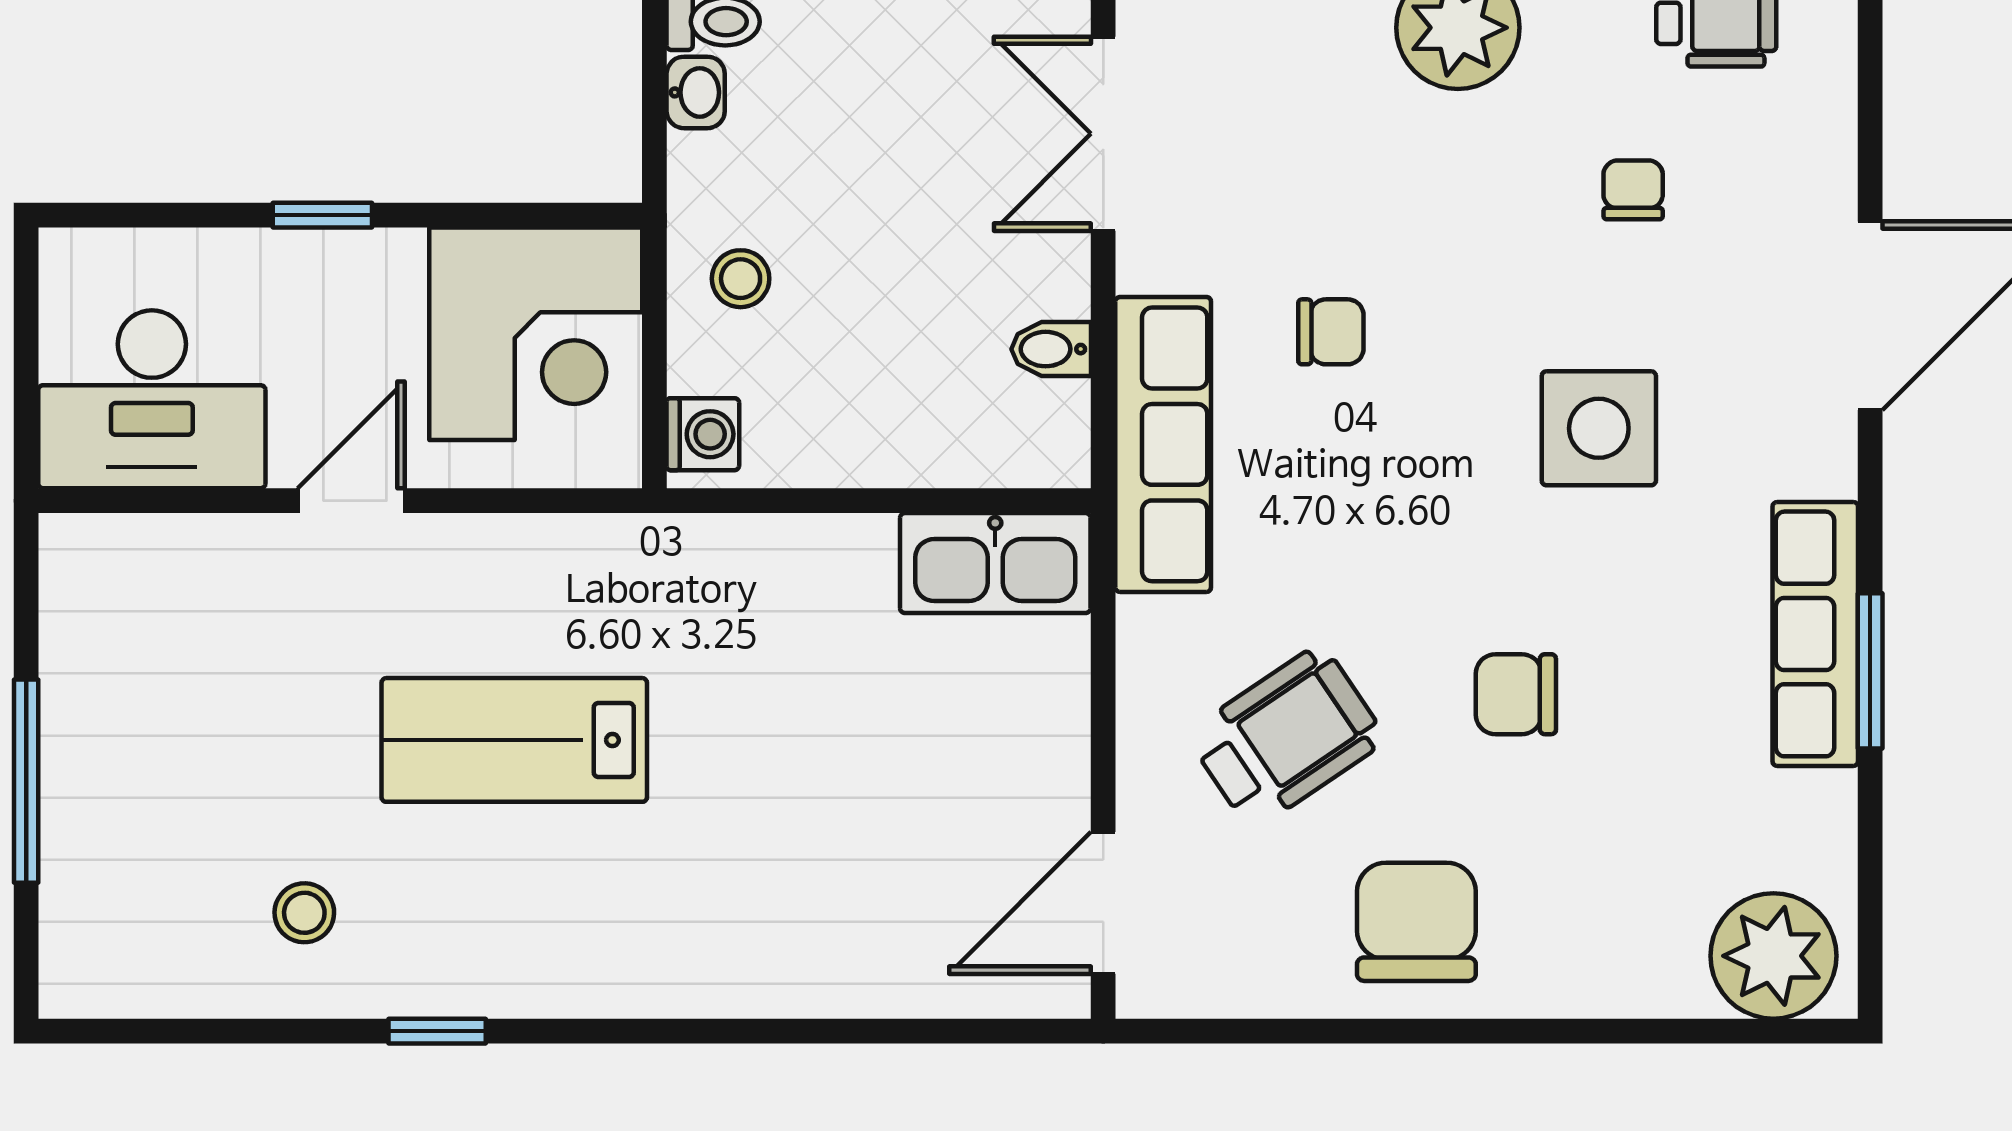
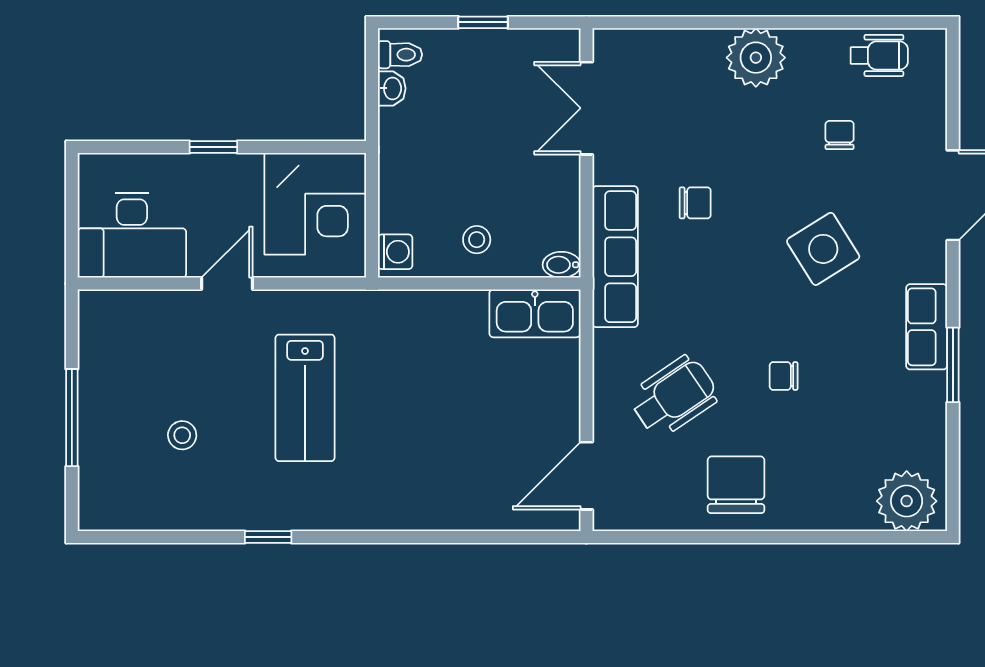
stool: (741, 279) -> (477, 240), moved
bidet: (1051, 349) -> (562, 265), moved
side table: (1599, 428) -> (823, 249), turned -32
row of seats: (1815, 634) -> (927, 327), width x0.68
chair: (1516, 694) -> (784, 376), width x0.73, depth x0.73
lab bench: (514, 740) -> (305, 398), turned -90
stool: (304, 913) -> (182, 435), moved

